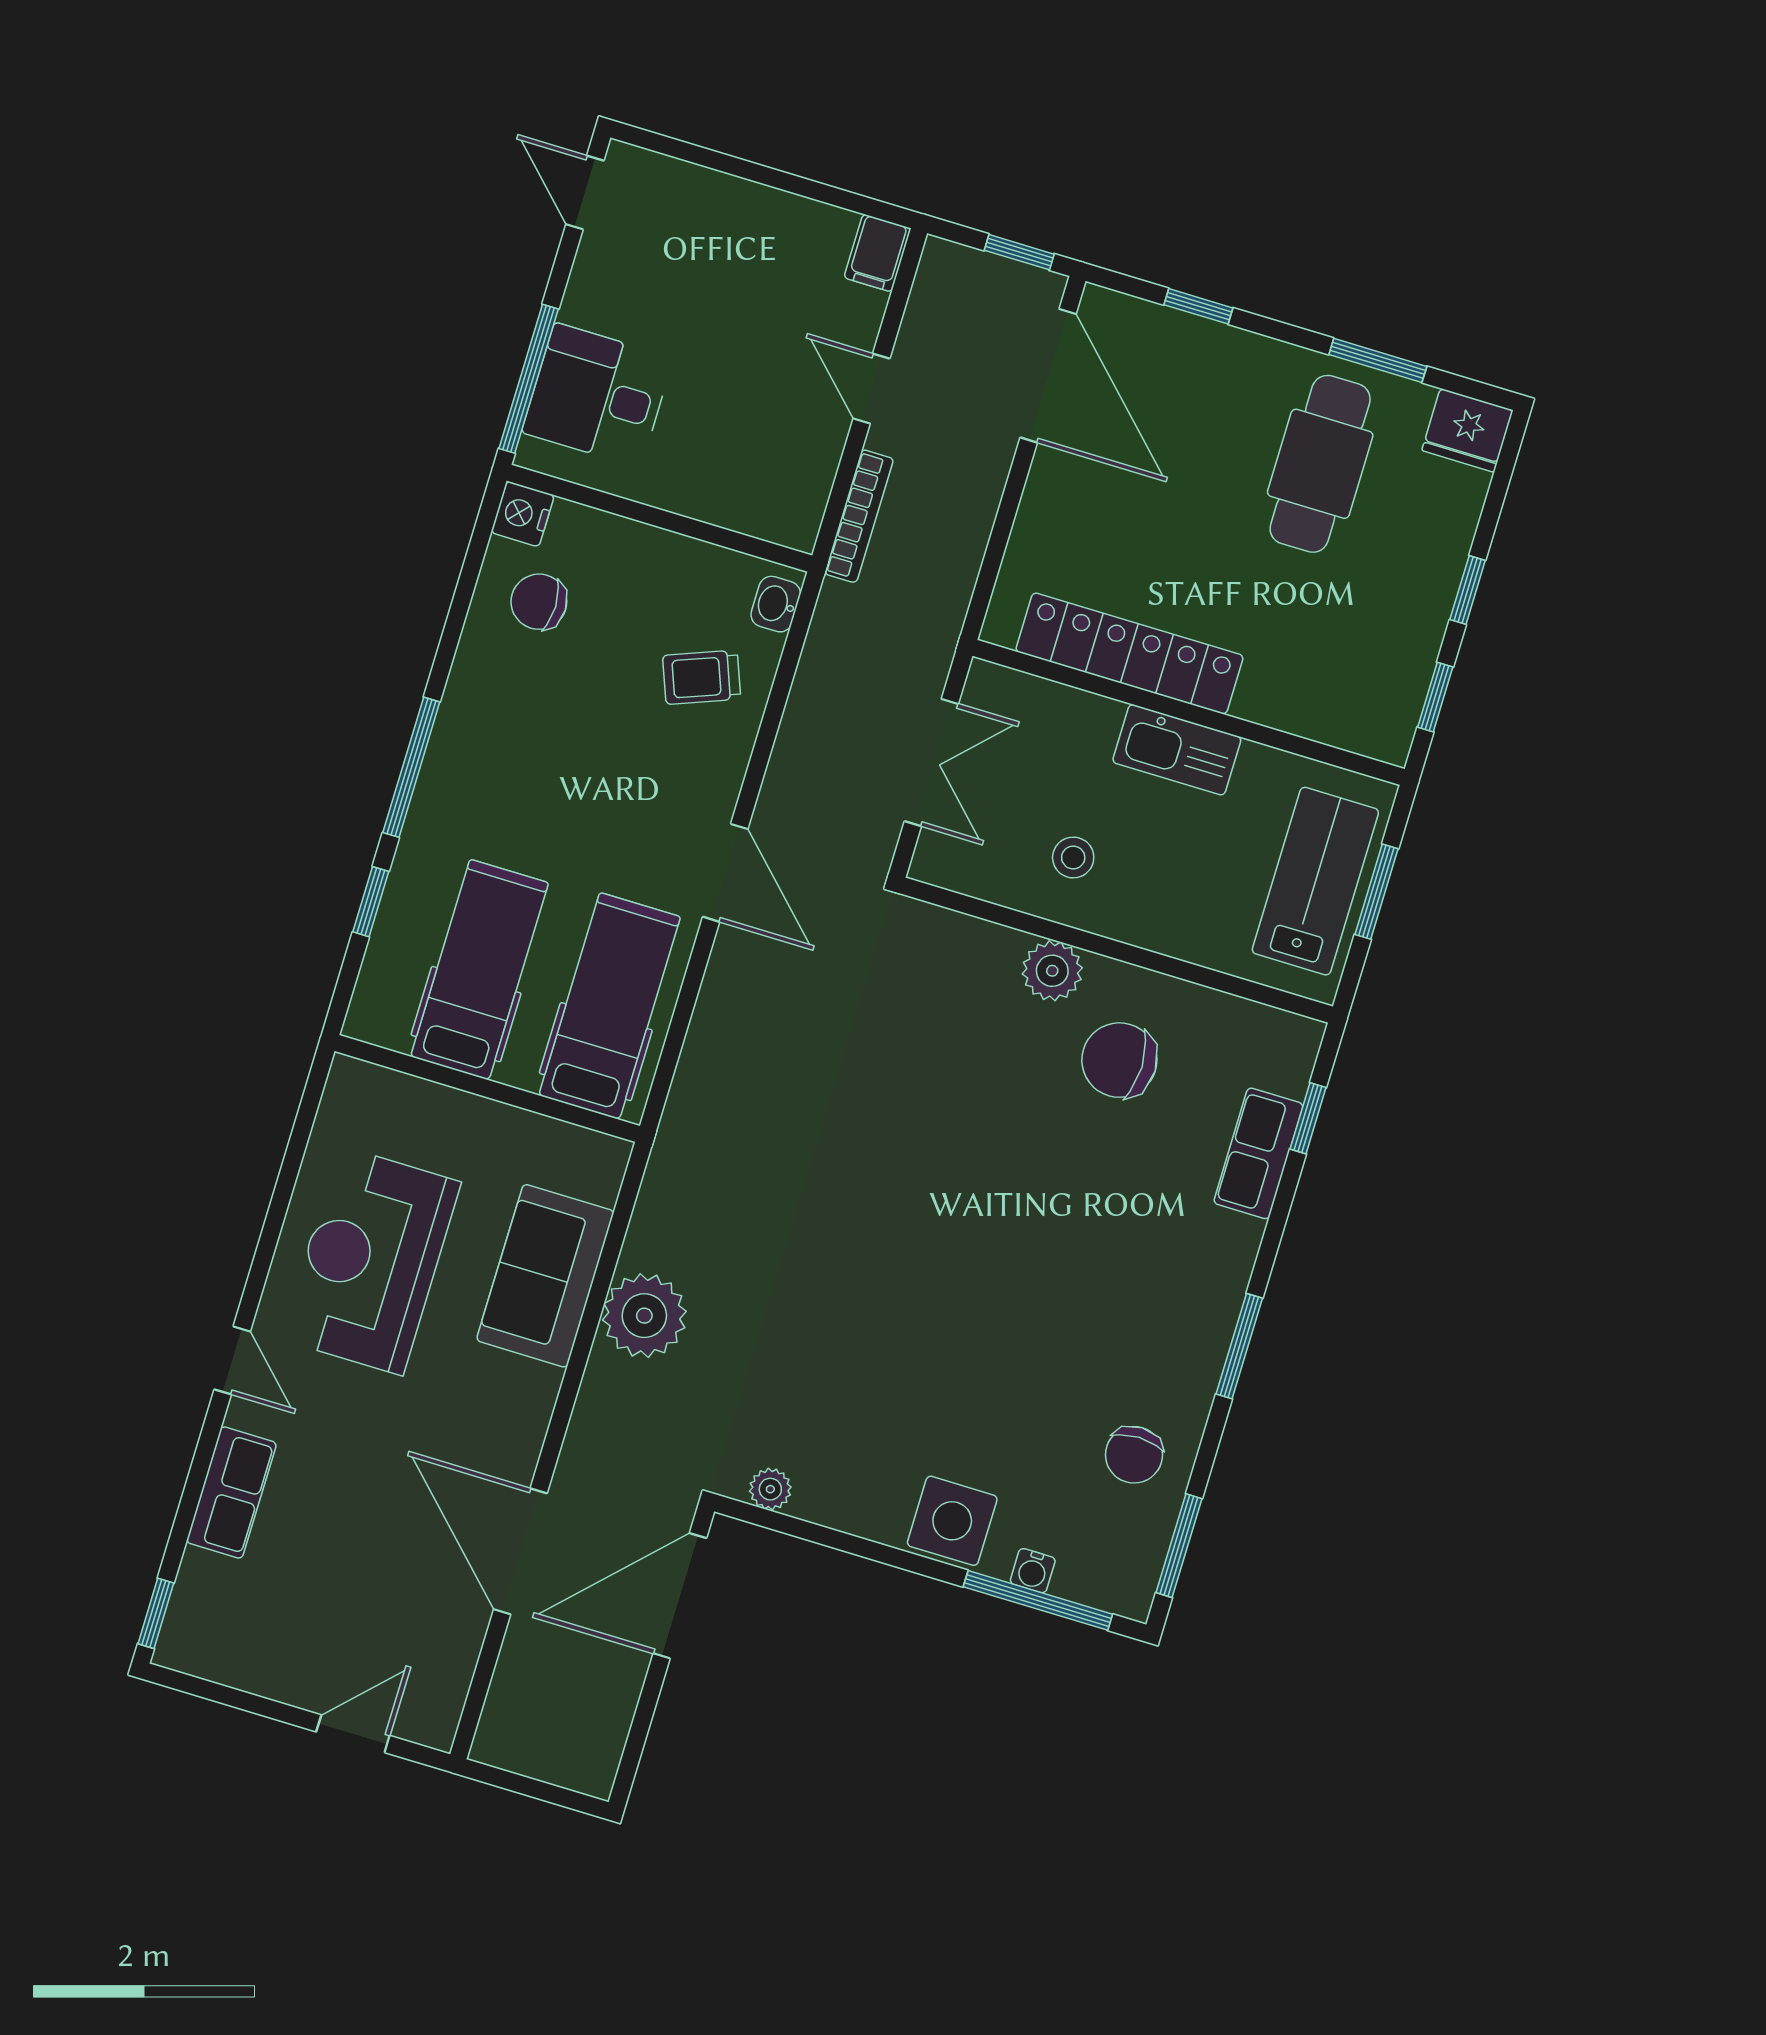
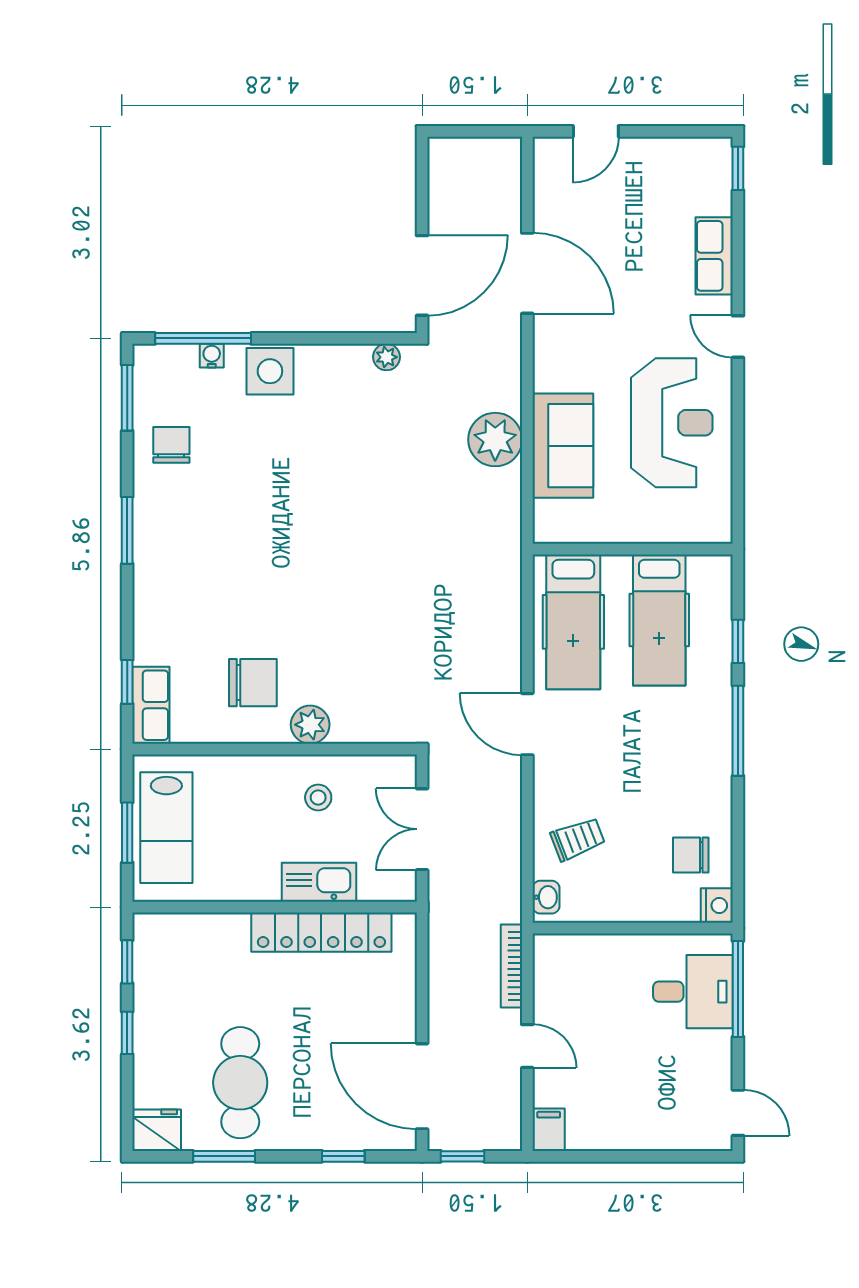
chair: (539, 602) -> (691, 855), turned 180
kitchen sink: (1177, 750) -> (319, 882), moved
row of seats: (1258, 1153) -> (151, 705), moved

